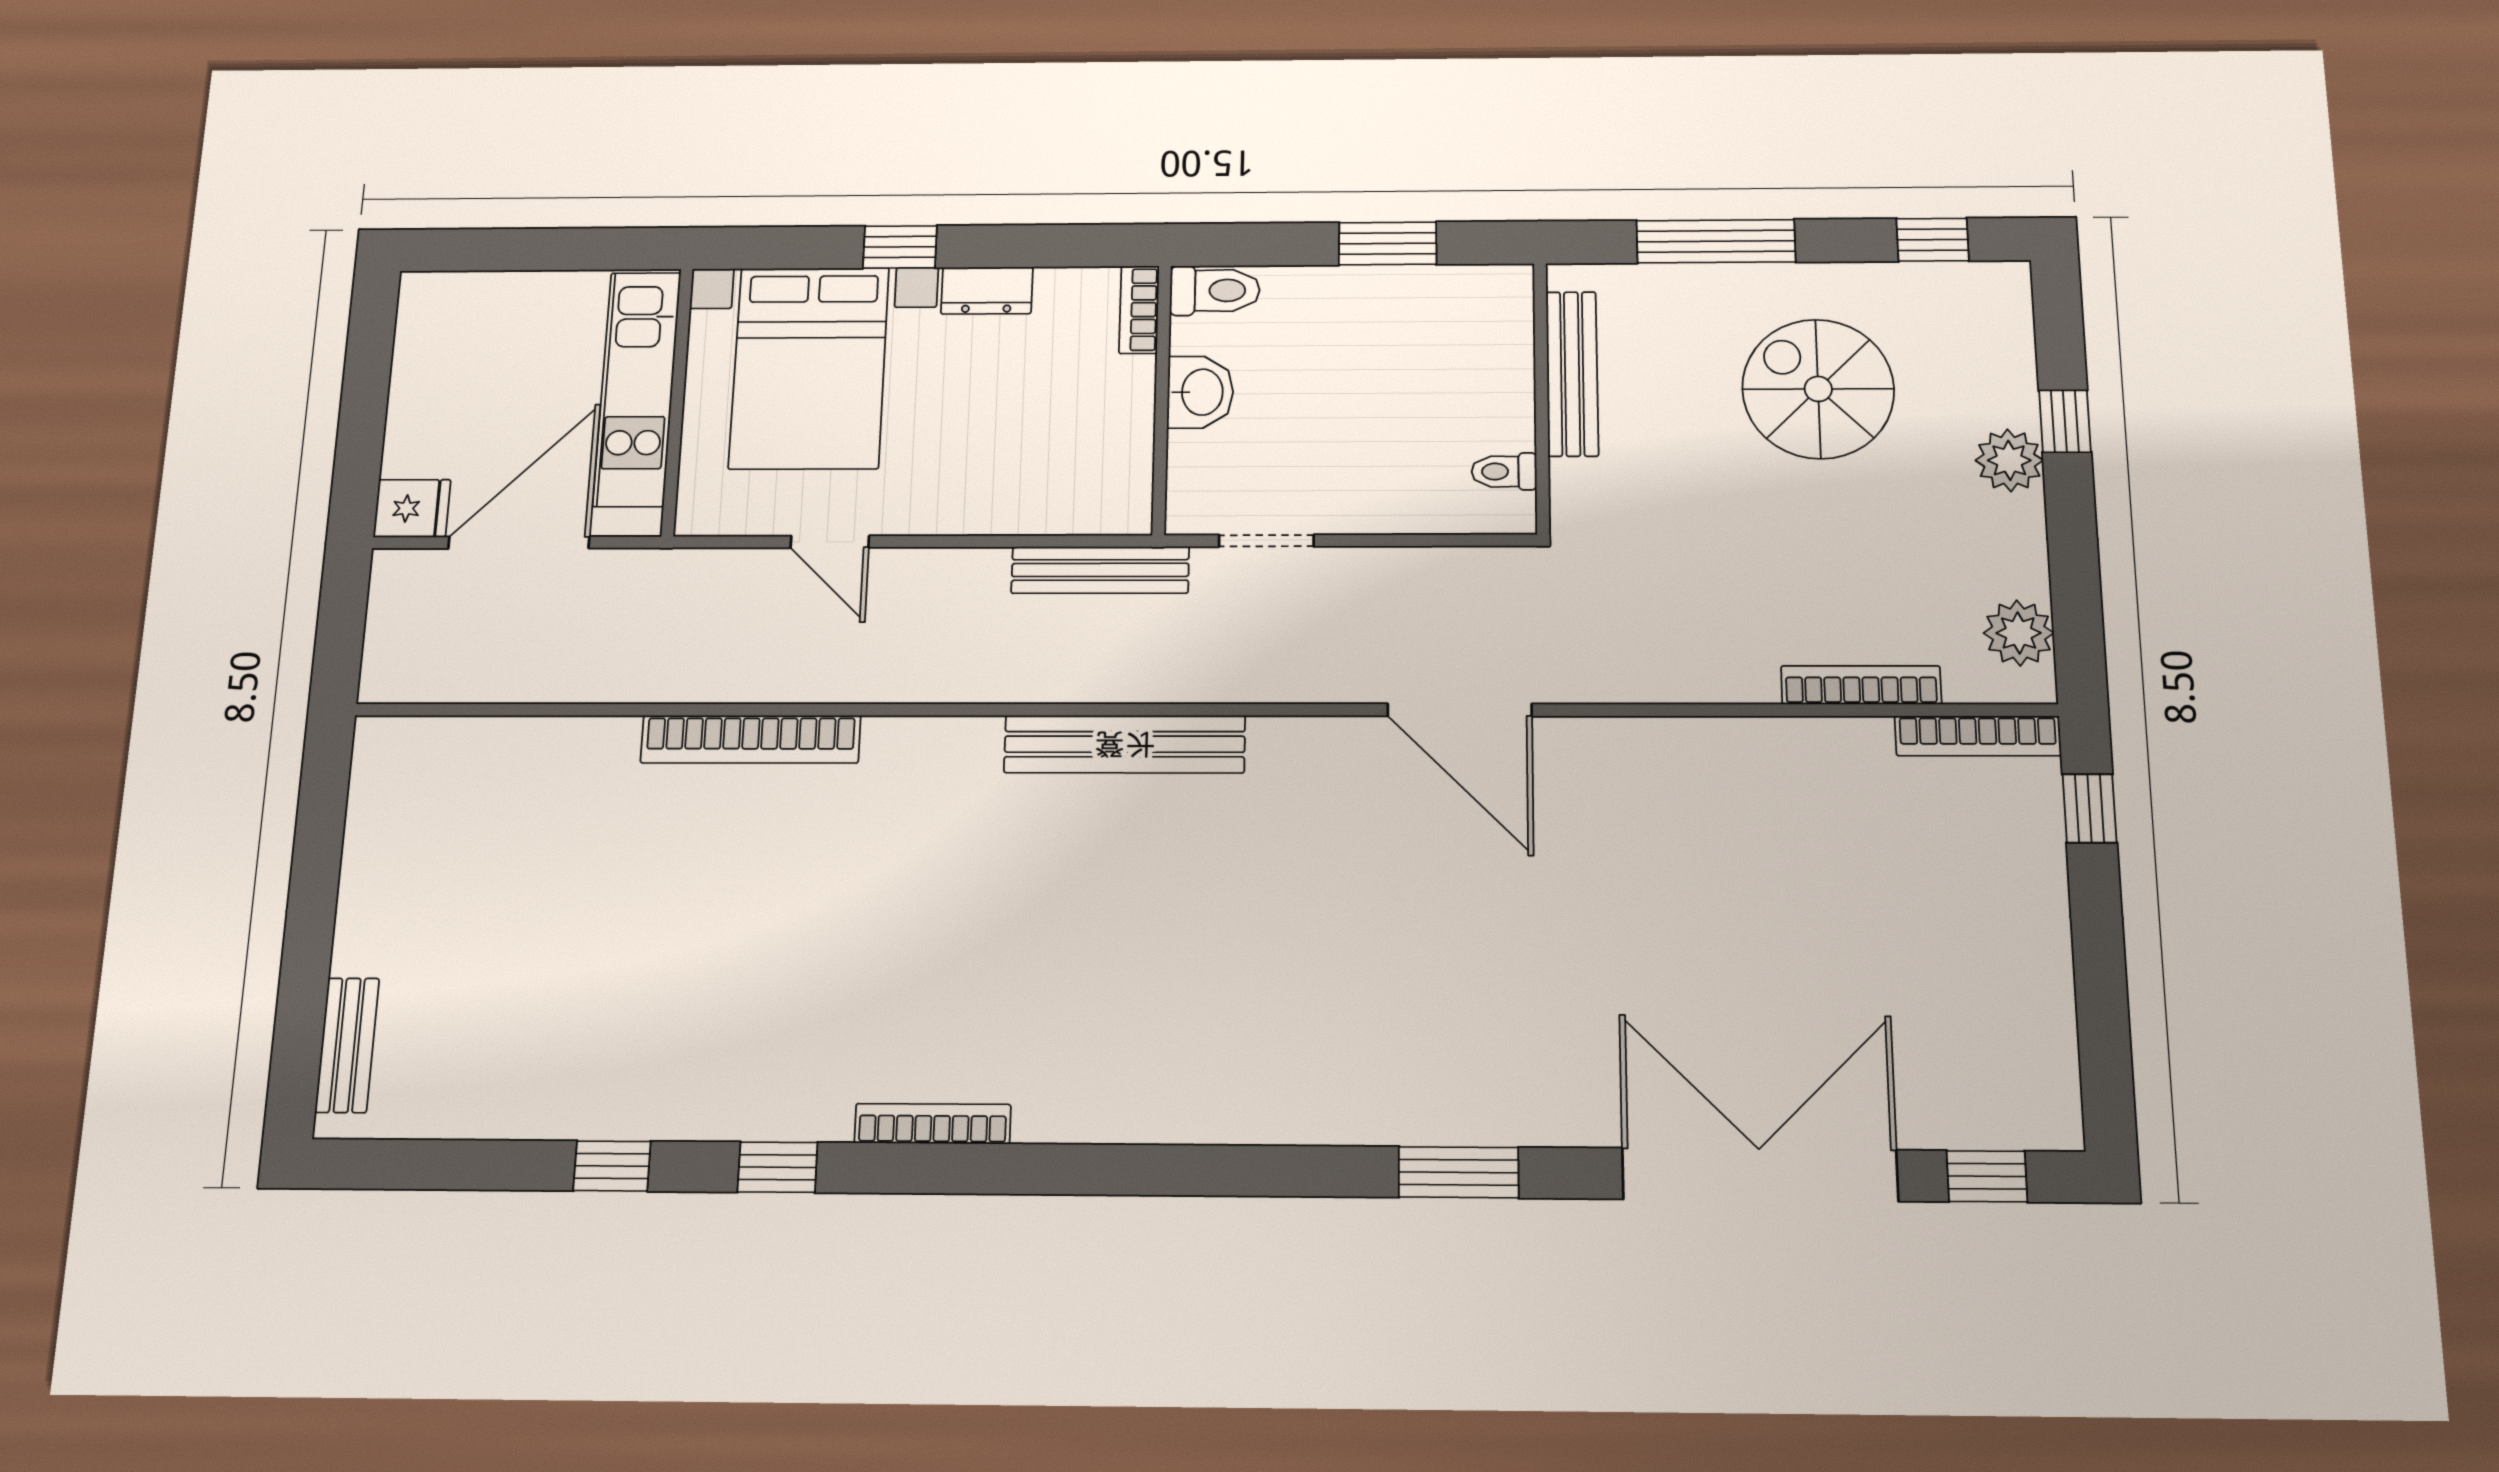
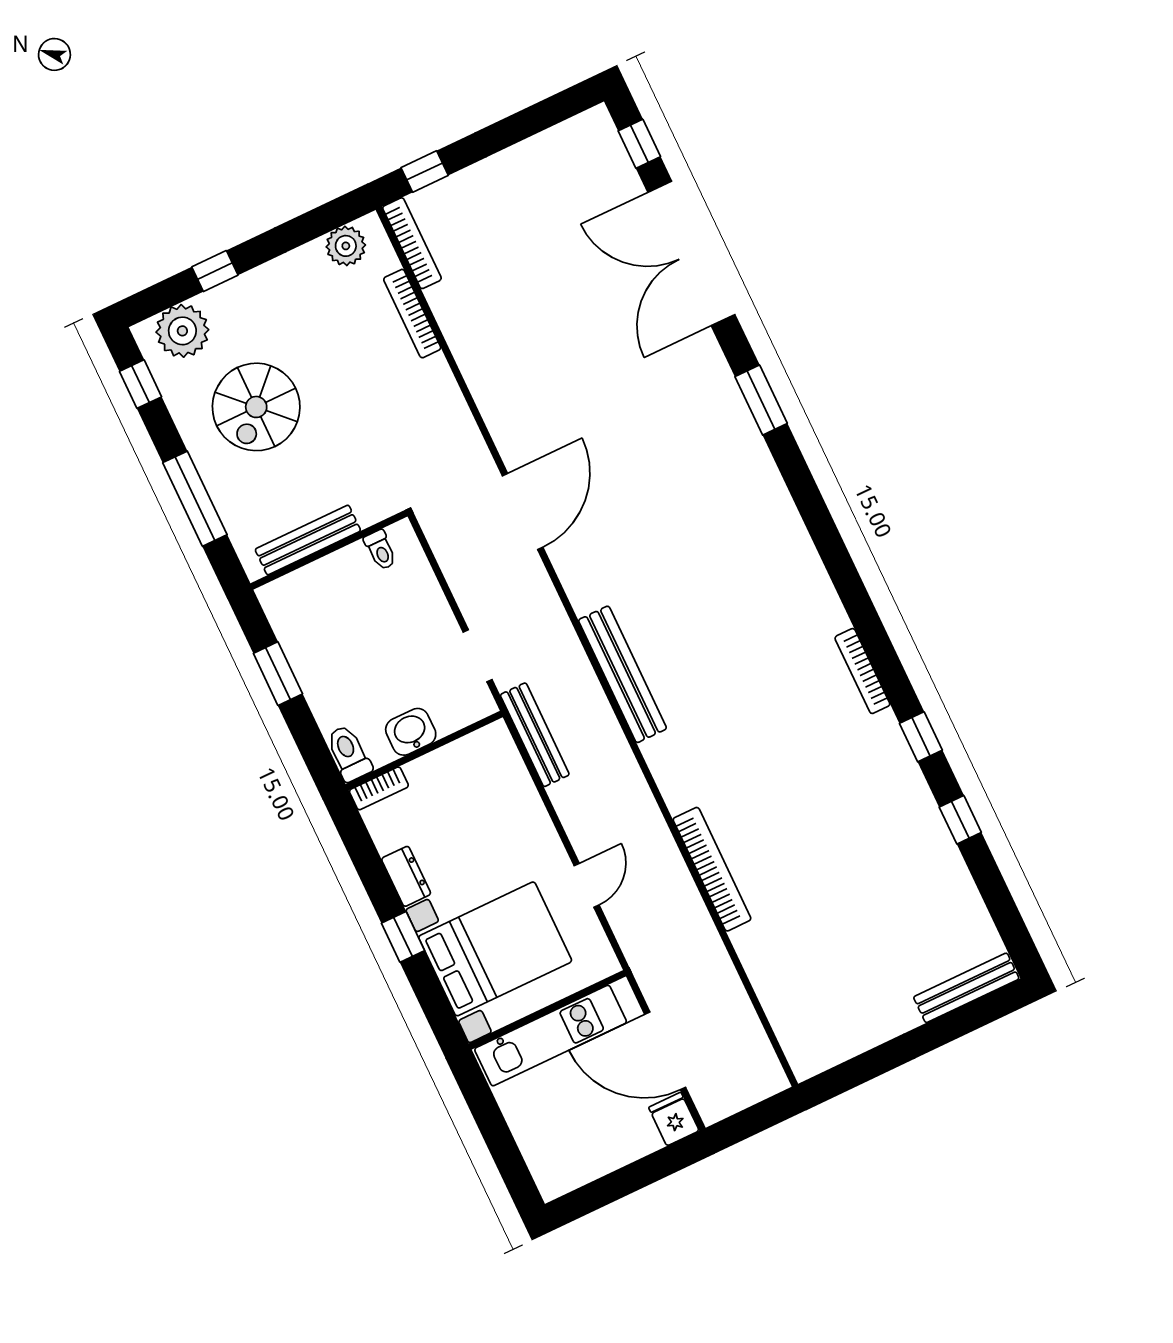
plant: (2009, 460) -> (182, 331), moved, width x1.36, depth x1.36
bench: (347, 1045) -> (966, 988), width x1.36

